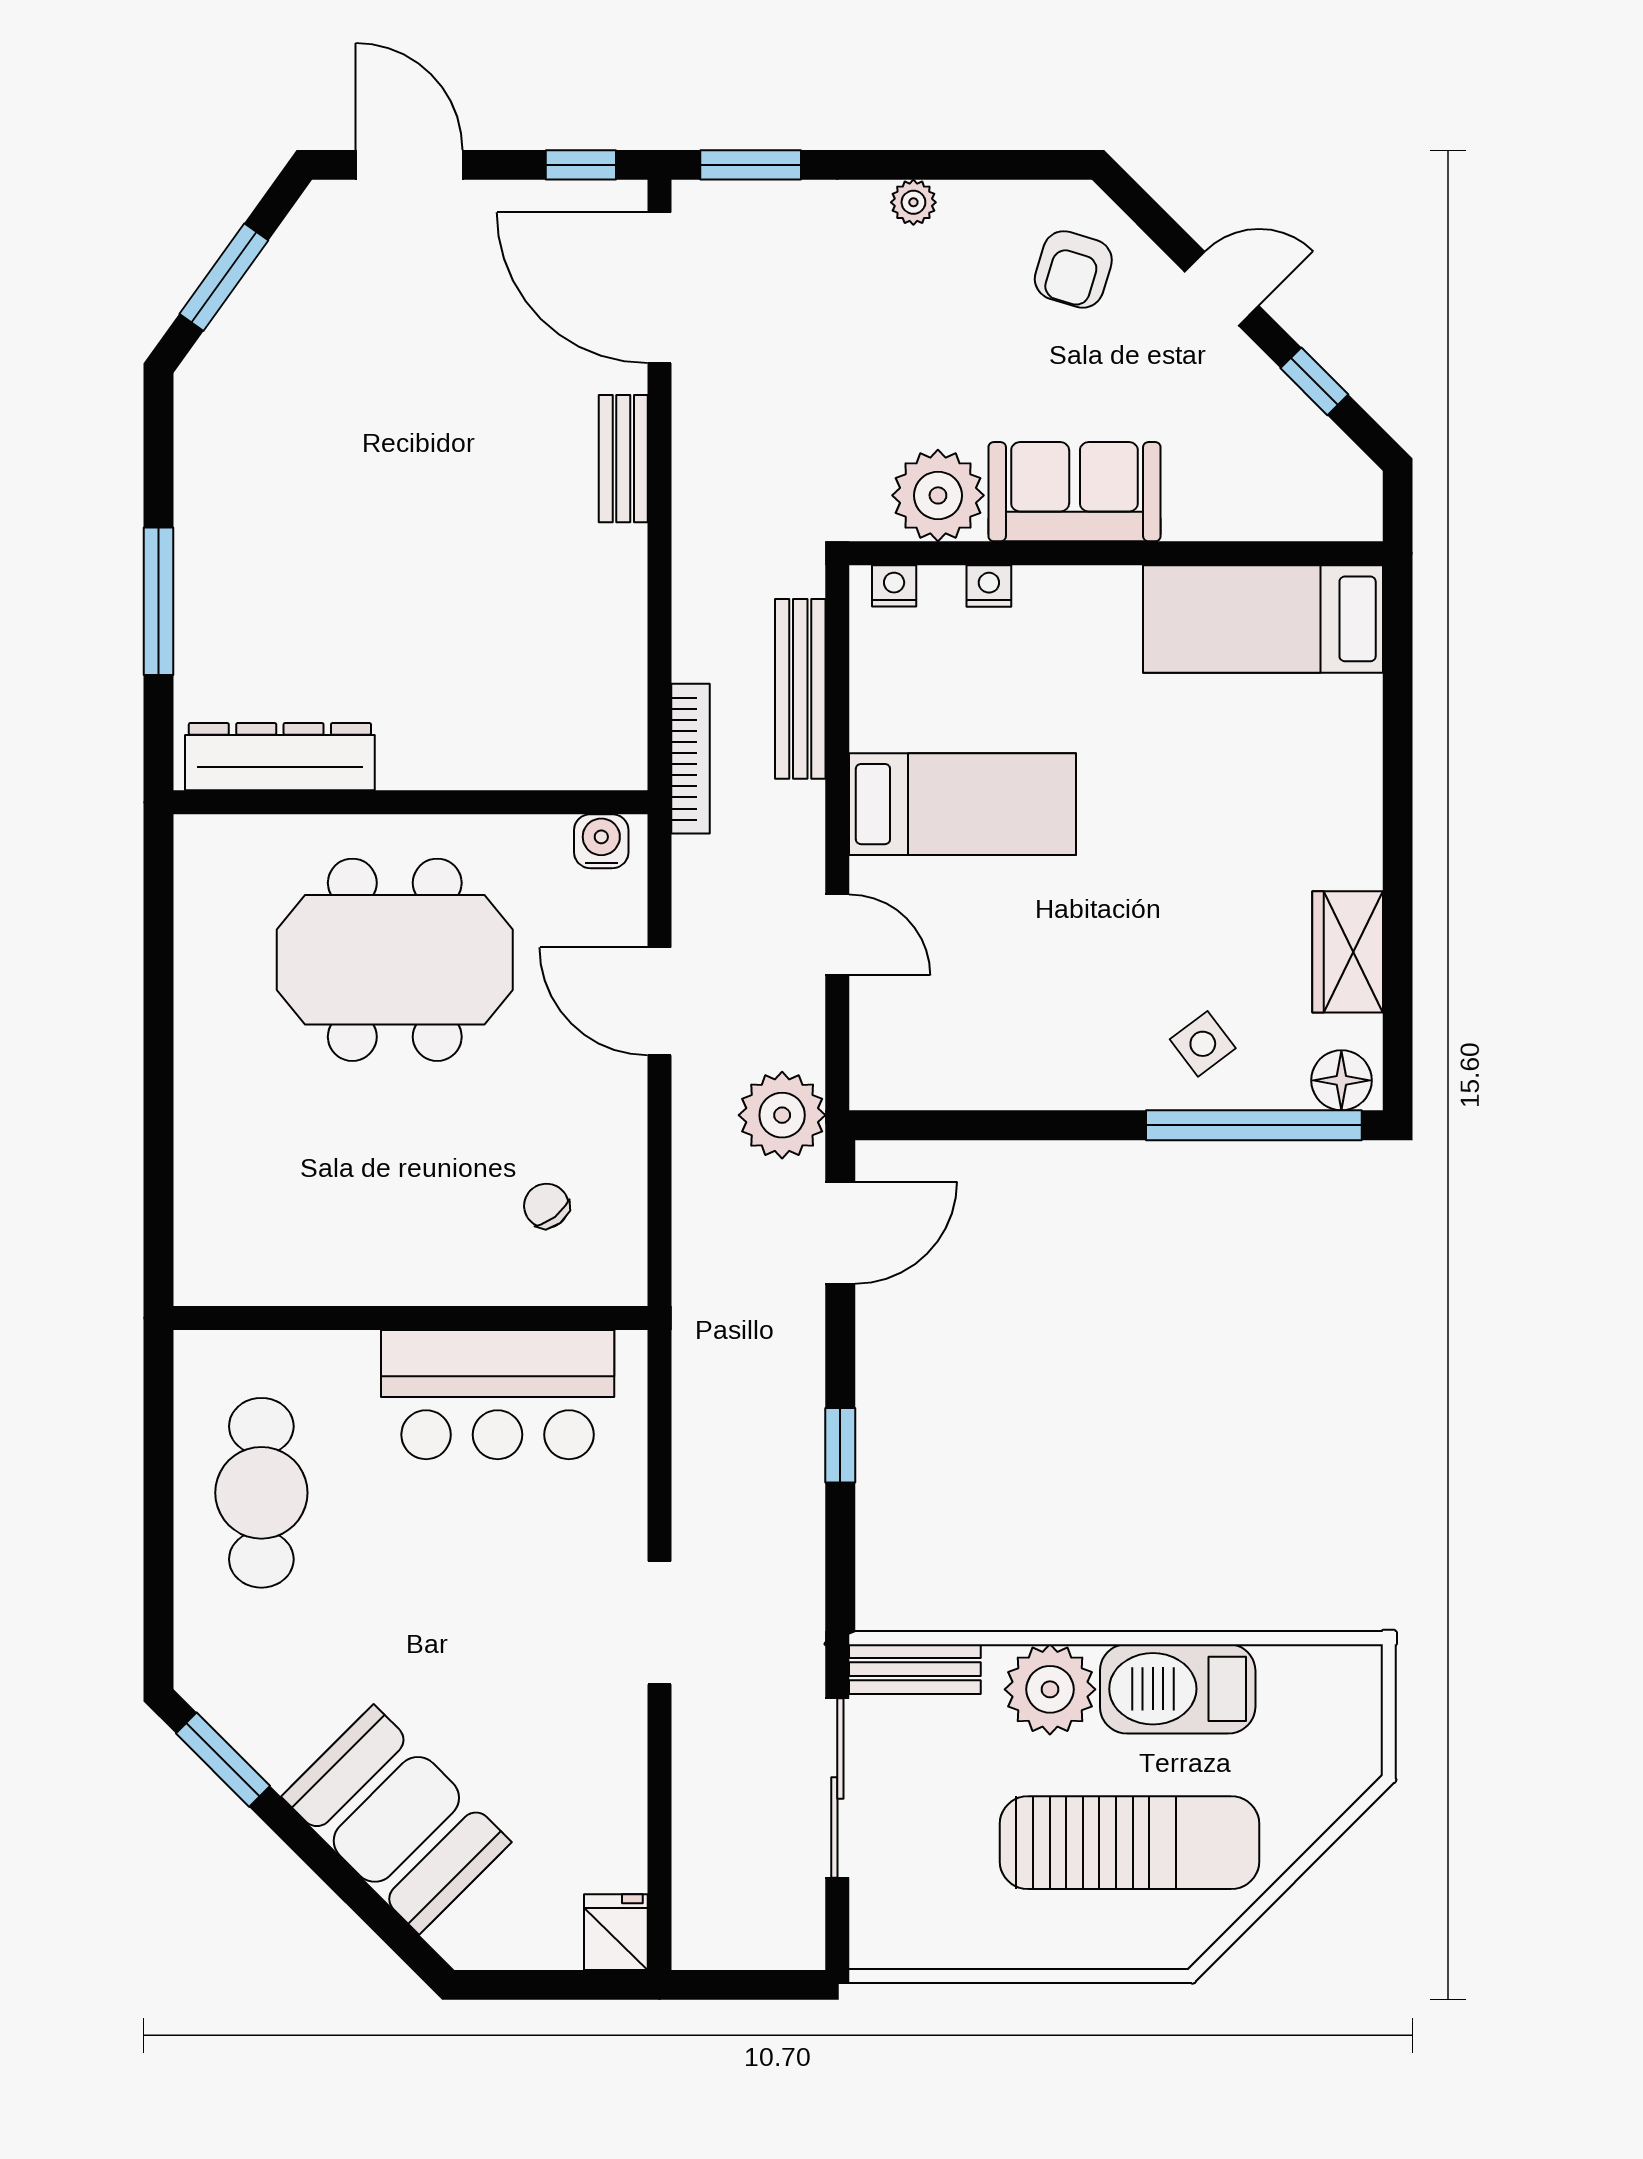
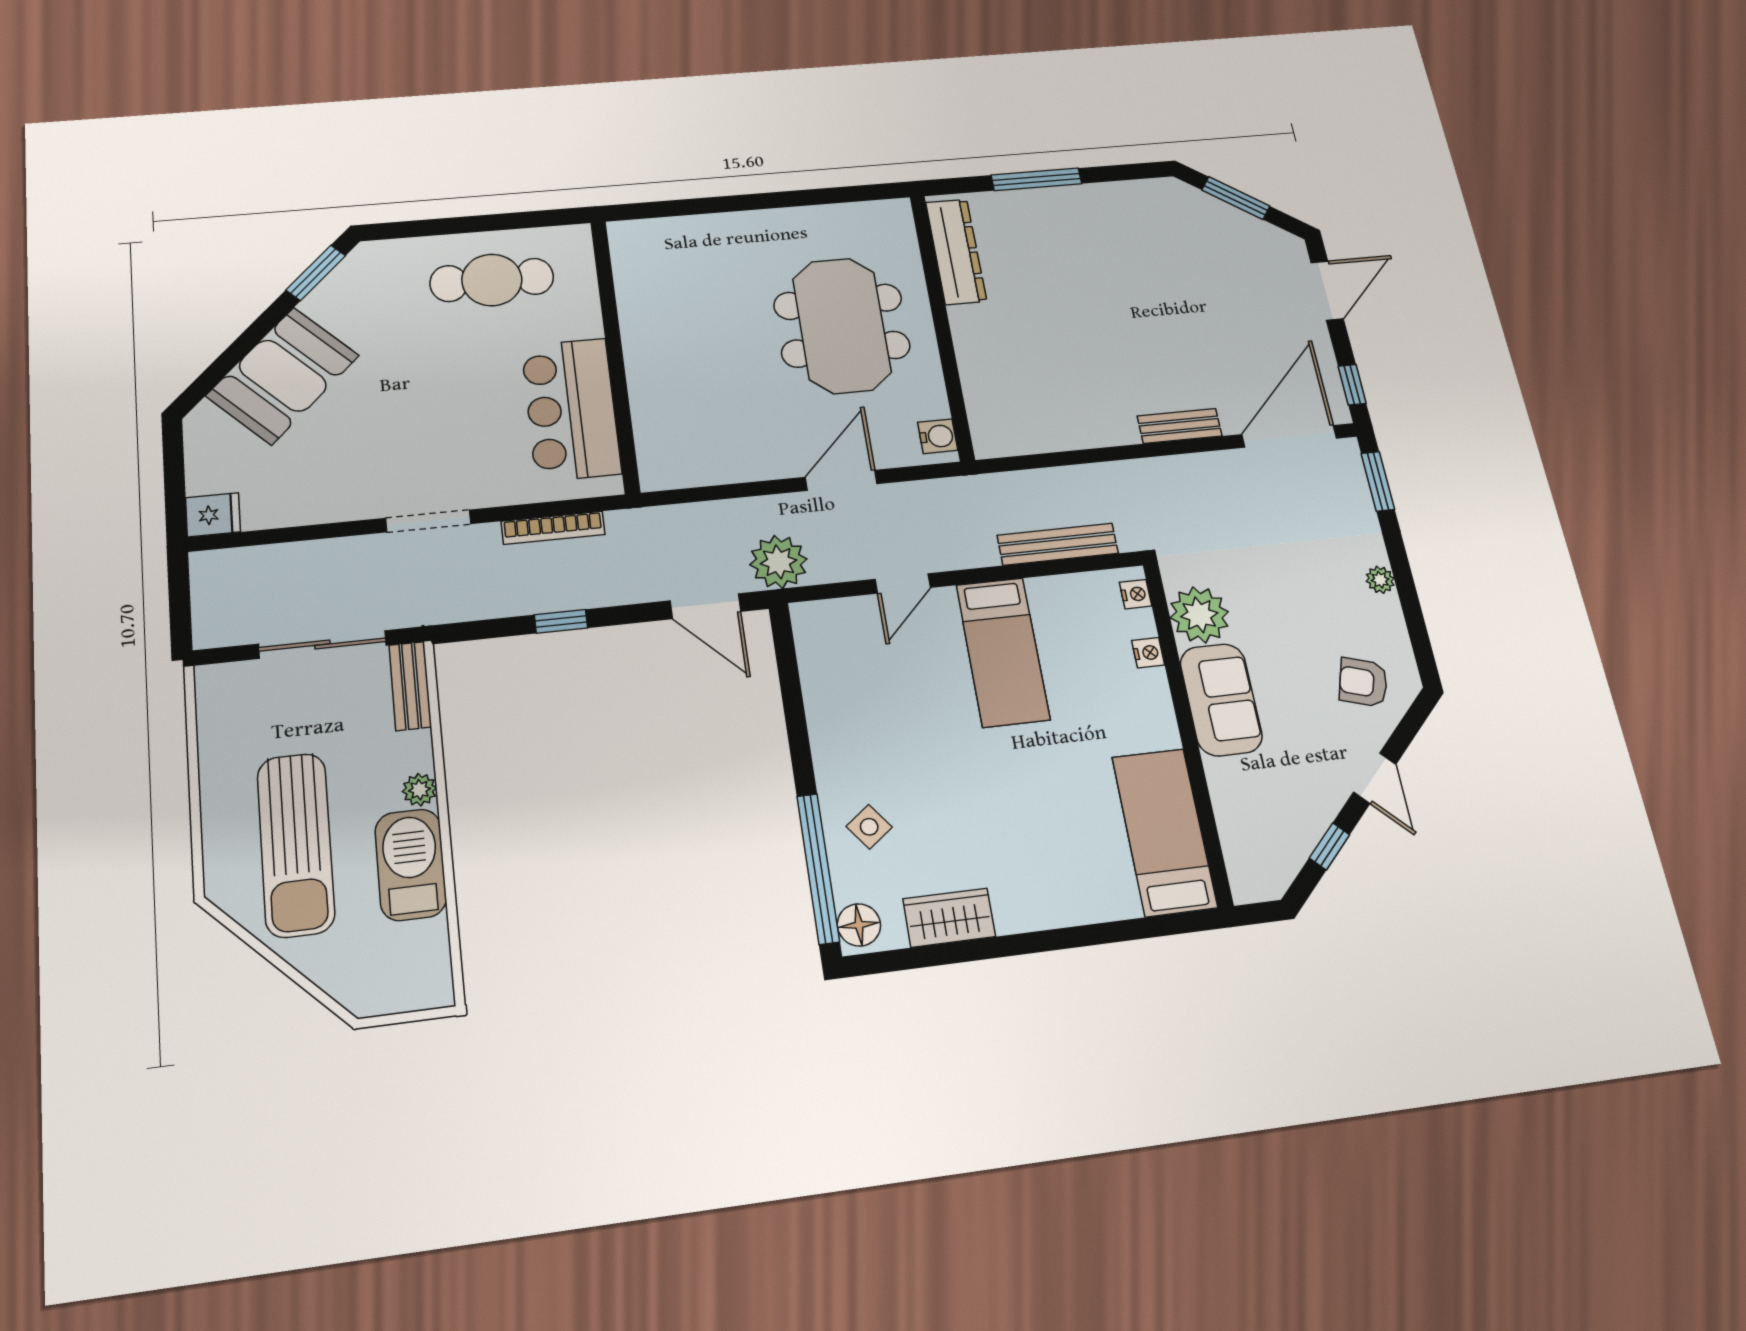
bookcase: (691, 759) -> (553, 528), moved
chair: (546, 1206) -> (698, 426), removed
plant: (1050, 1689) -> (419, 790), width x0.53, depth x0.53

